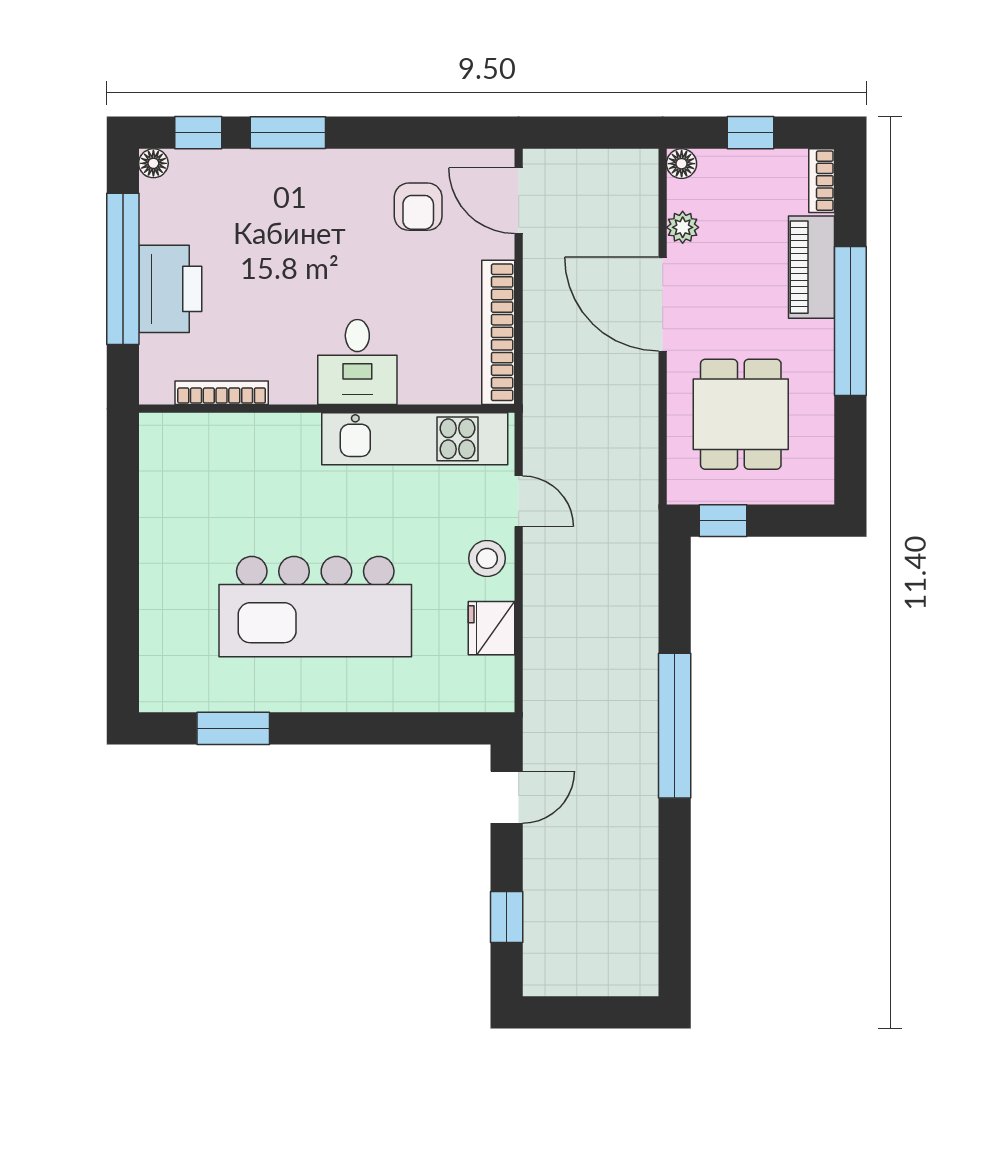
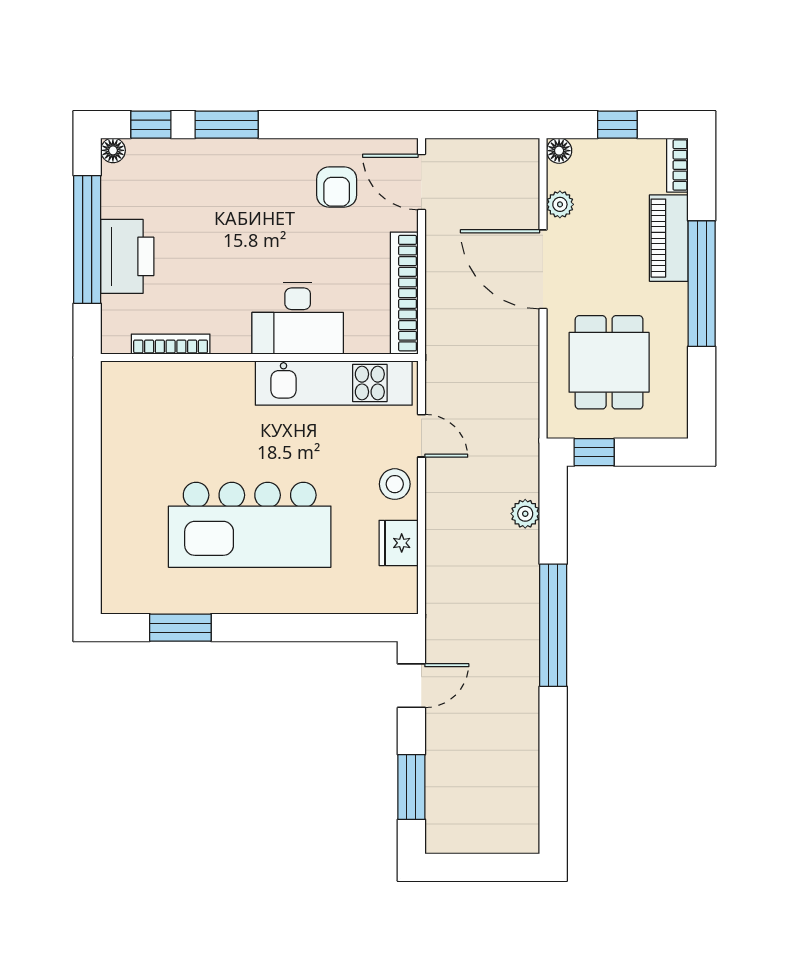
desk: (357, 362) -> (298, 318), width x1.37
plant: (642, 594) -> (525, 514), added
window: (507, 917) -> (411, 787), width x1.50

